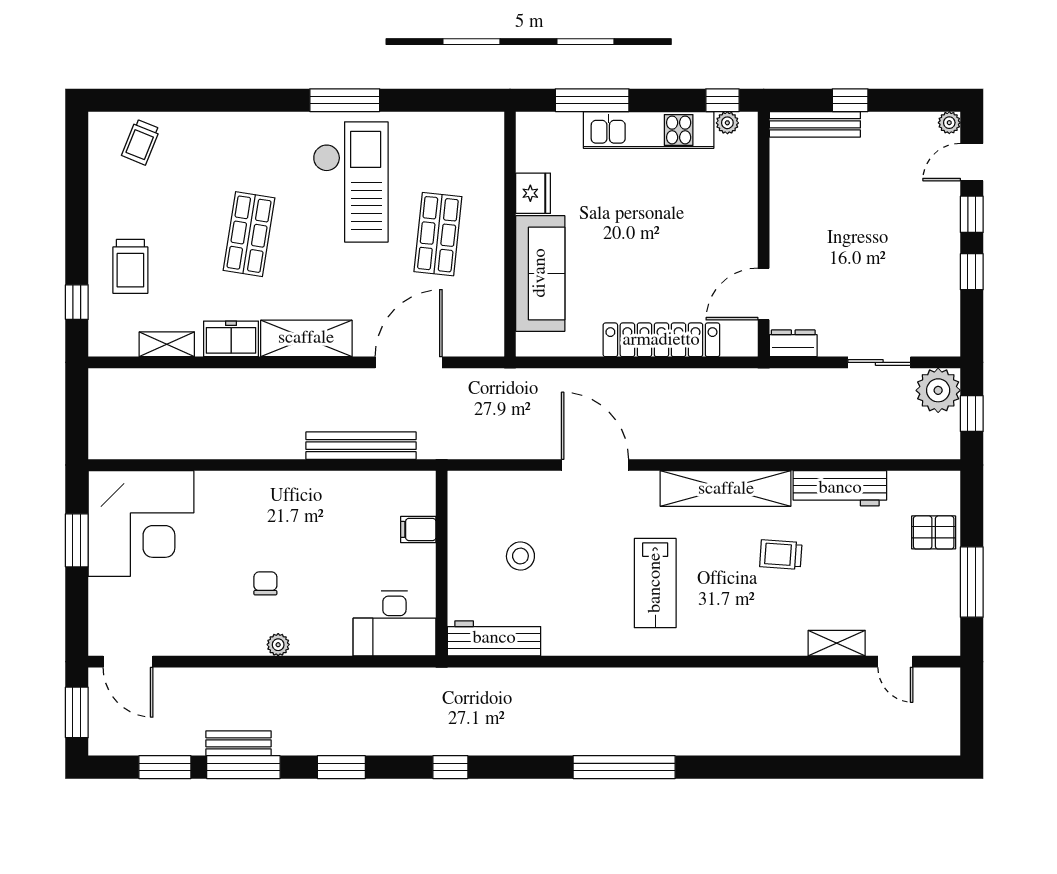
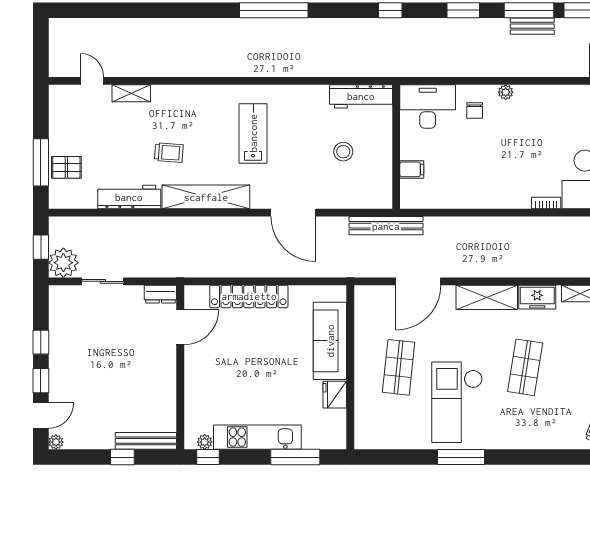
bench: (361, 446) -> (386, 226), moved
bookcase: (218, 479) -> (546, 203), added
window: (972, 582) -> (41, 162), moved
chair: (265, 583) -> (475, 110), moved

